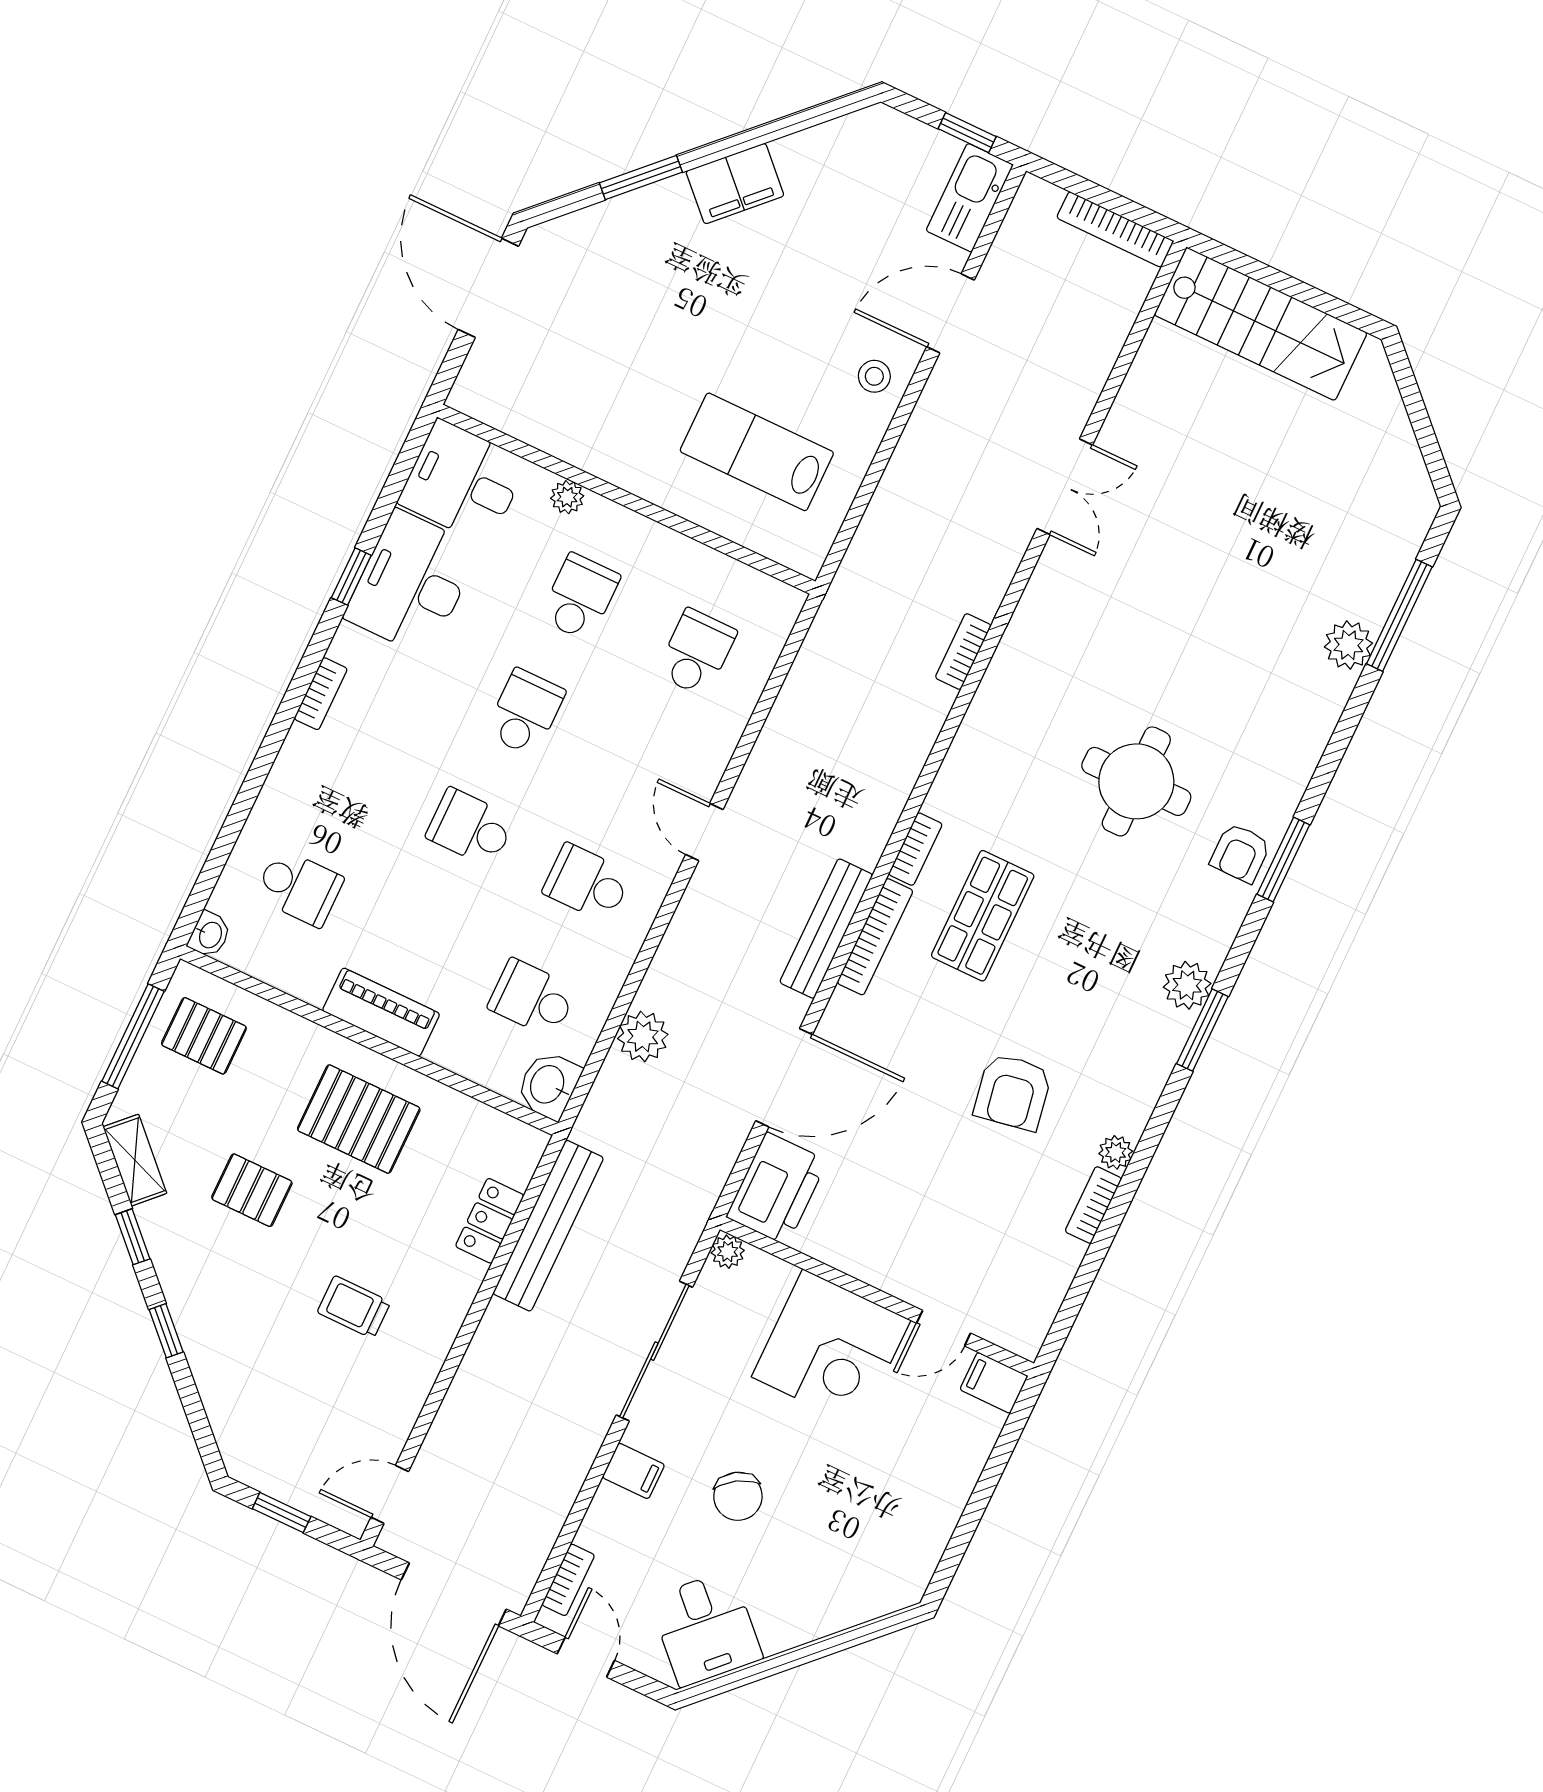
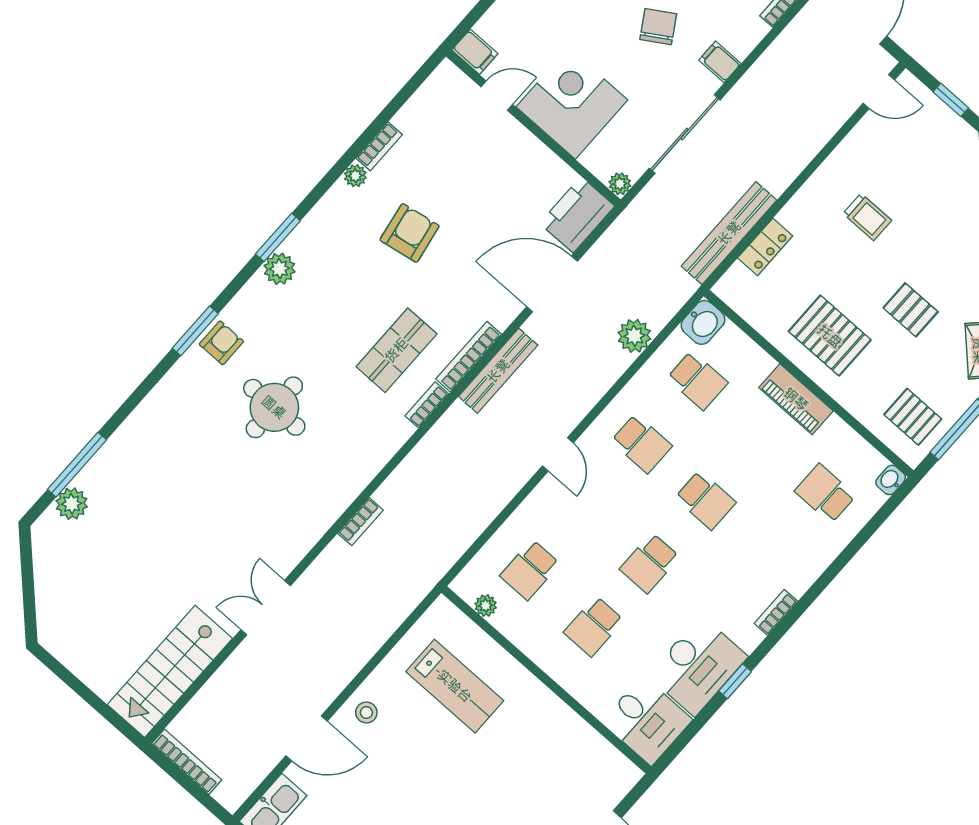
stairs: (1261, 324) -> (170, 671), moved, turned -90
plant: (567, 497) -> (486, 606), moved
plant: (1348, 645) -> (72, 504), moved

